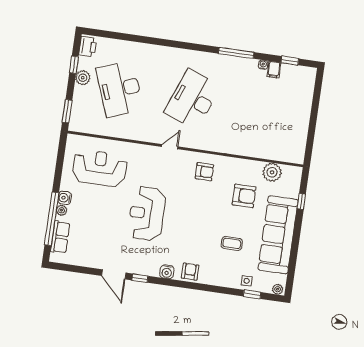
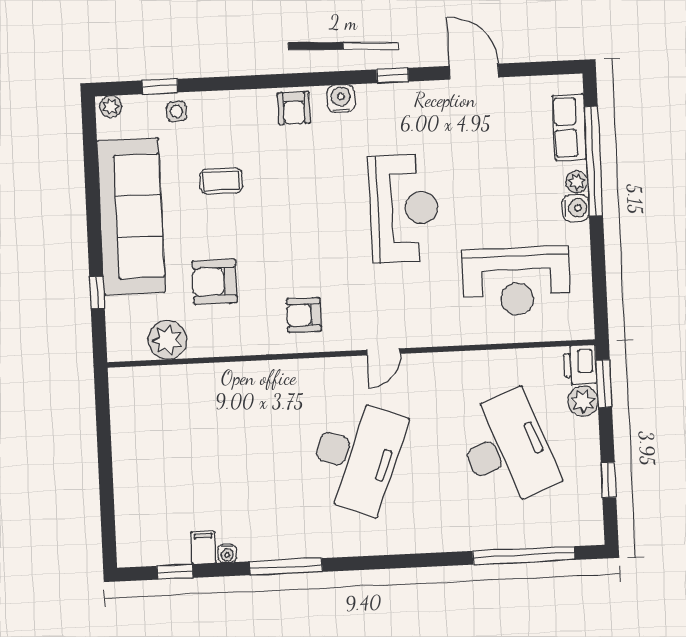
window: (121, 36) -> (524, 555), added
printer: (88, 47) -> (580, 365), moved
plant: (83, 78) -> (583, 401), moved
door: (114, 274) -> (474, 72), moved

